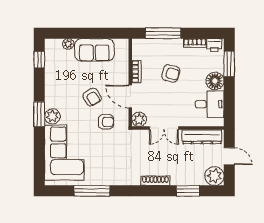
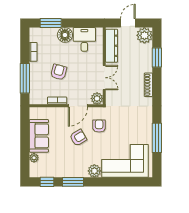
printer: (214, 45) -> (35, 35), removed
window: (39, 114) -> (73, 182), moved

